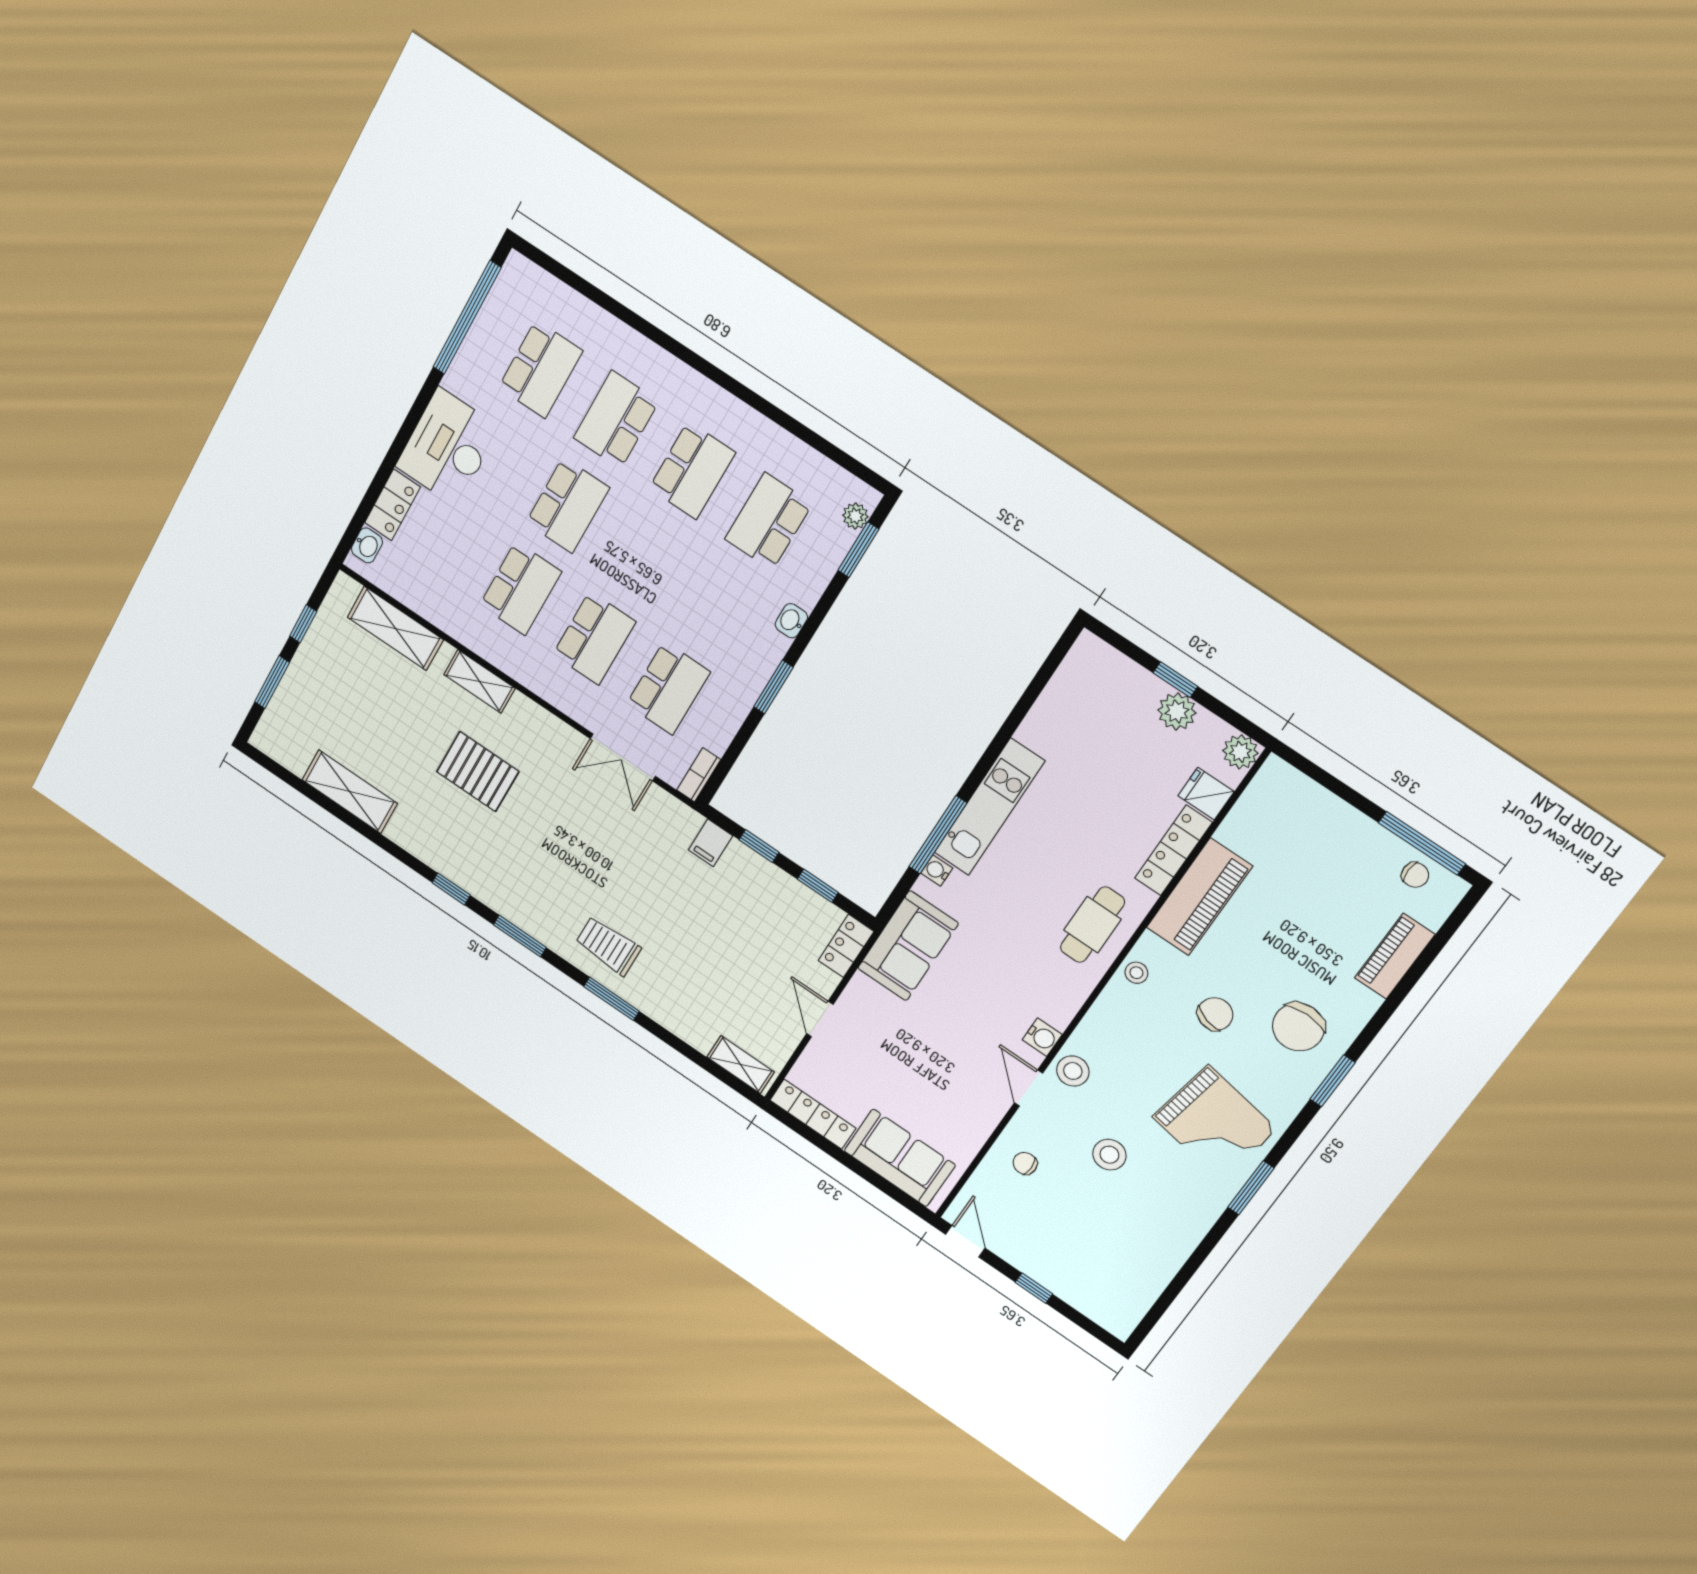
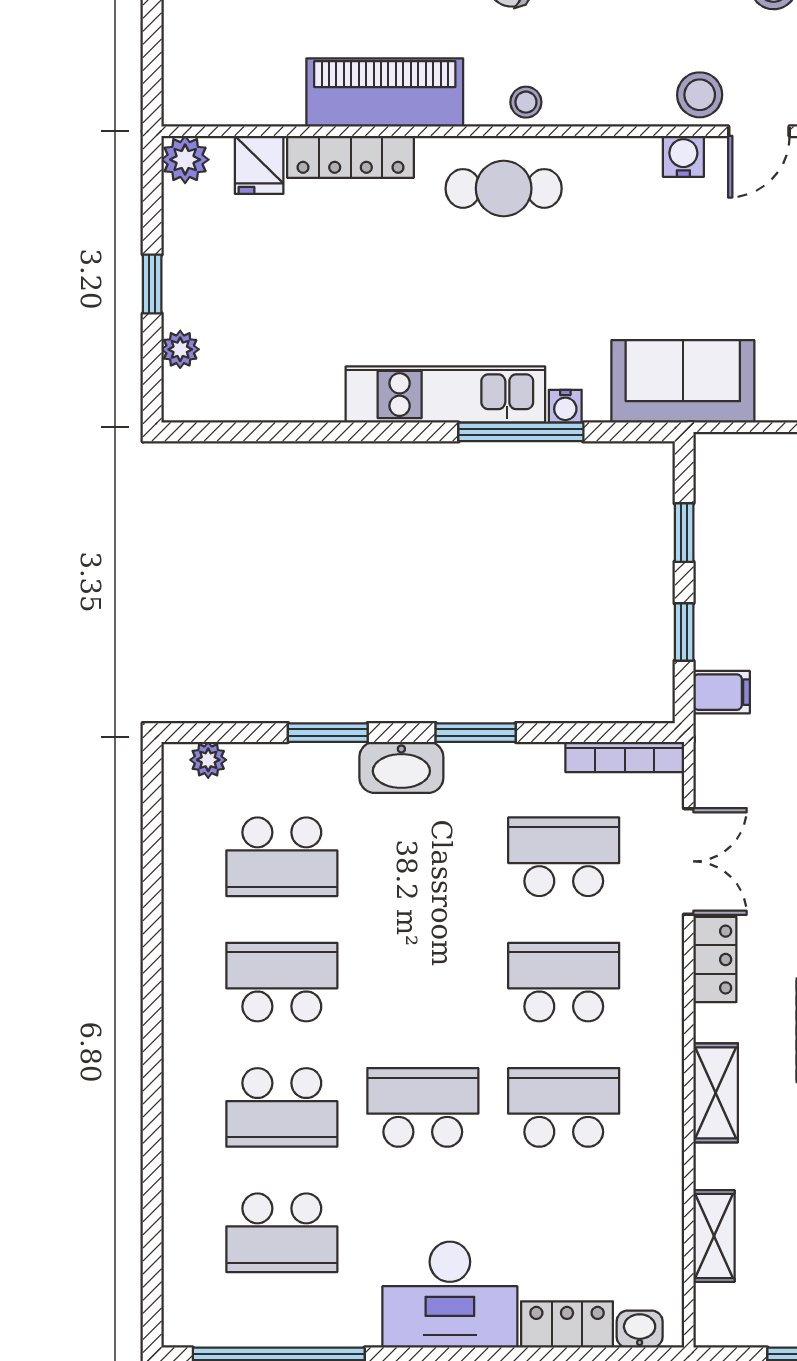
school desk: (540, 369) -> (282, 1233), turned 180
window: (858, 550) -> (328, 733), moved
washbasin: (791, 621) -> (401, 767), width x1.91, depth x1.45
shelving: (395, 628) -> (714, 1236), width x0.67, depth x0.75
plant: (1177, 711) -> (180, 349), moved, width x0.73, depth x0.73
bookcase: (699, 775) -> (625, 757), width x1.56
locker: (846, 946) -> (715, 960), moved, turned -90

